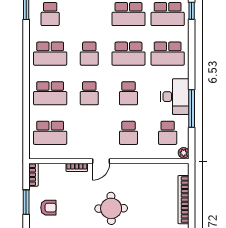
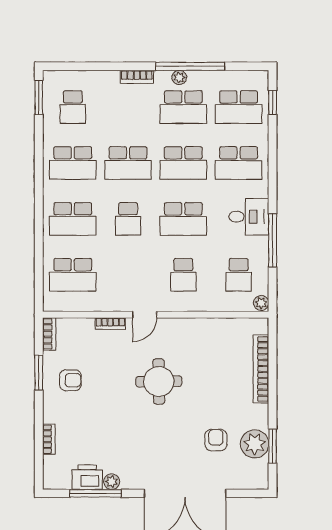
school desk: (89, 54) -> (128, 163), width x1.85
school desk: (128, 93) -> (183, 219), width x1.85
desk: (175, 97) -> (249, 217), width x0.73

